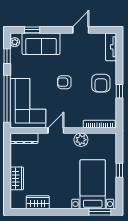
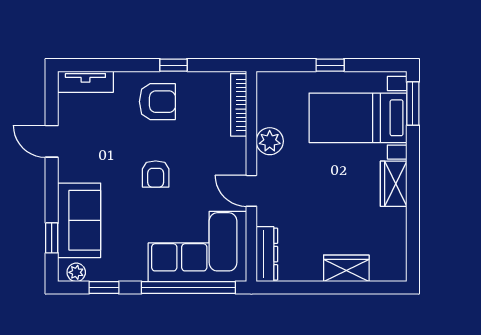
wardrobe: (38, 202) -> (394, 184), moved

